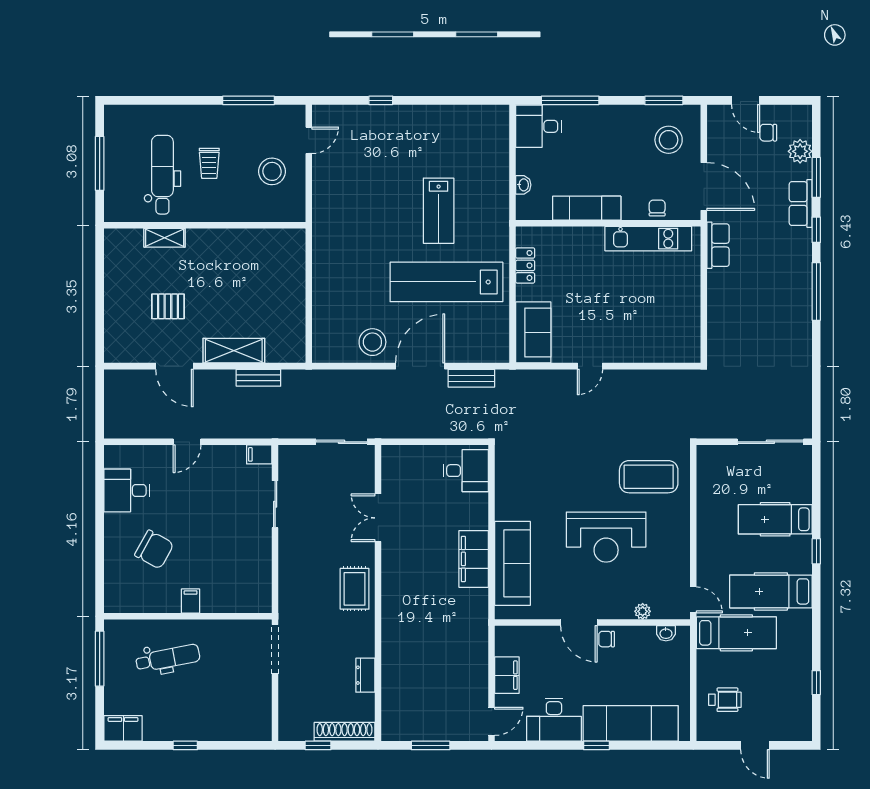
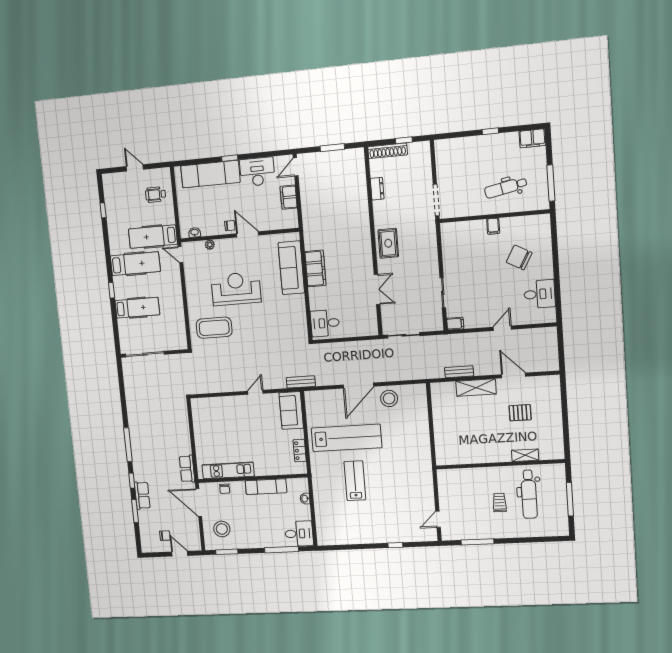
plant: (800, 151) -> (146, 526), removed
stool: (272, 171) -> (460, 499), removed
bench: (471, 378) -> (301, 382), moved

